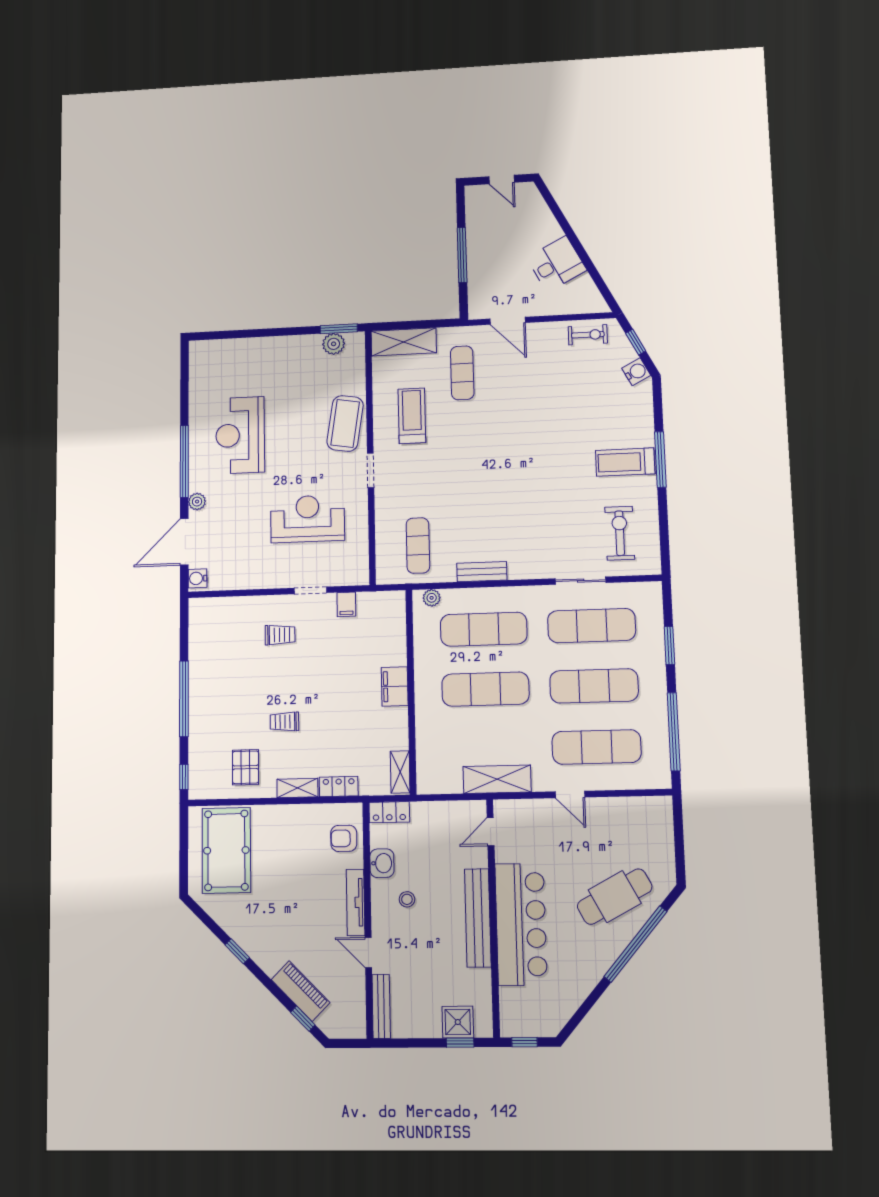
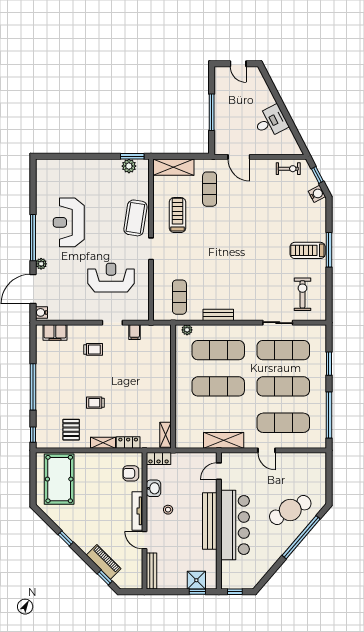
filing cabinet: (395, 686) -> (55, 332), moved, turned -90

